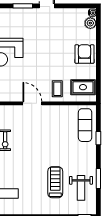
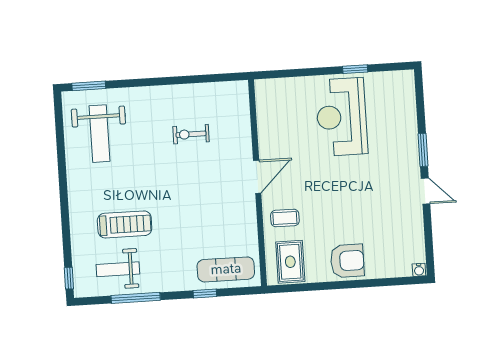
plant: (90, 23) -> (401, 267), removed
window: (98, 179) -> (136, 298), width x1.44

